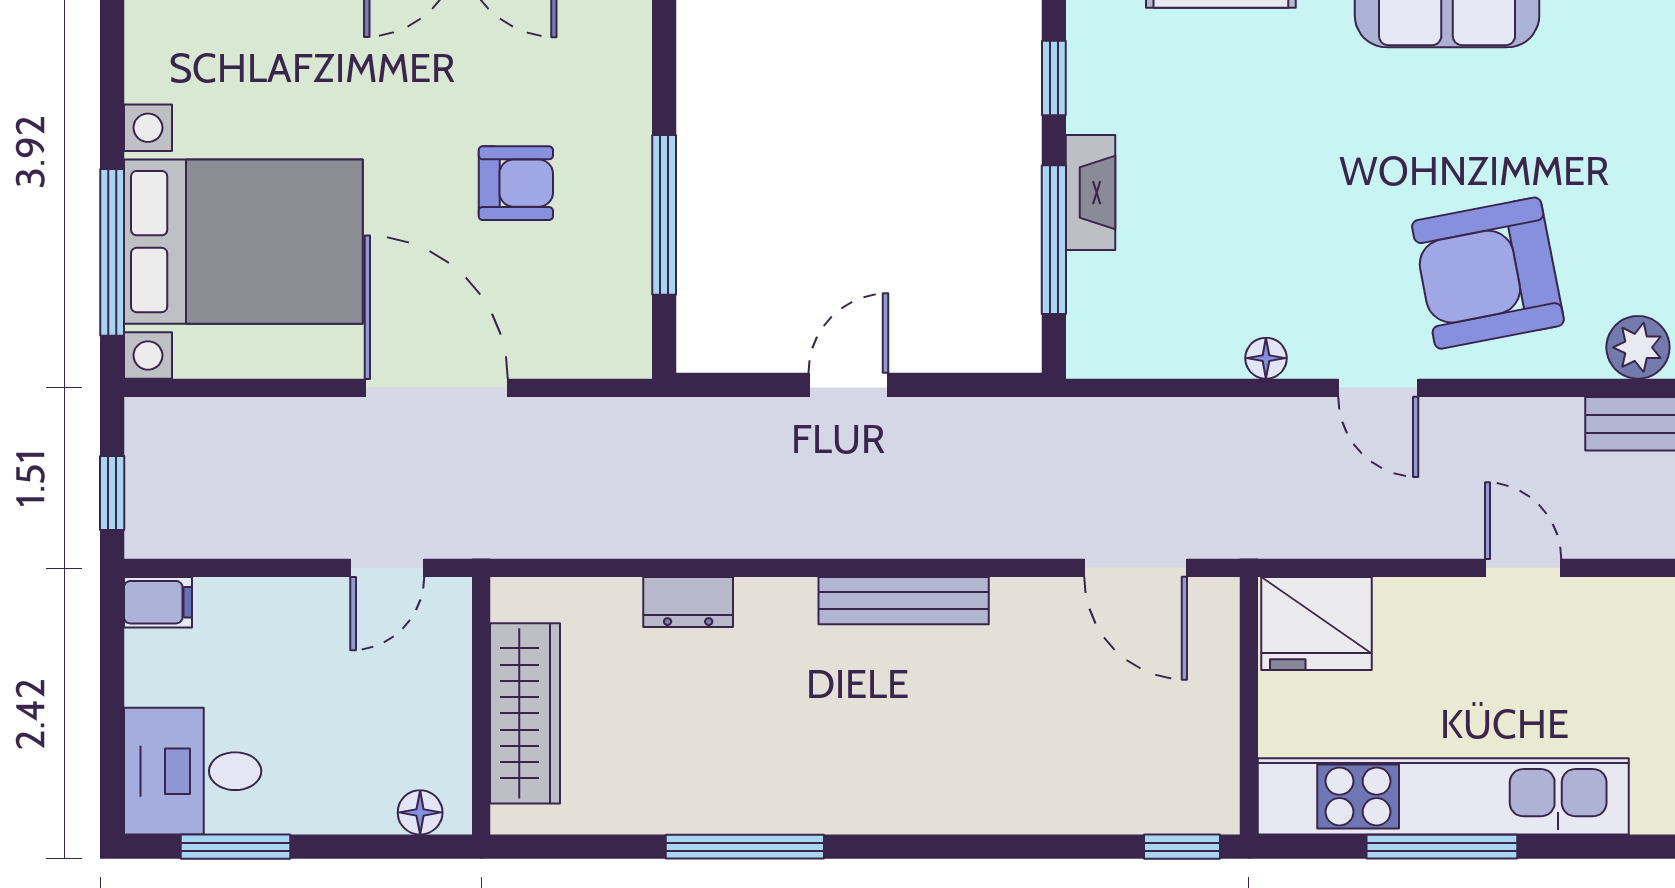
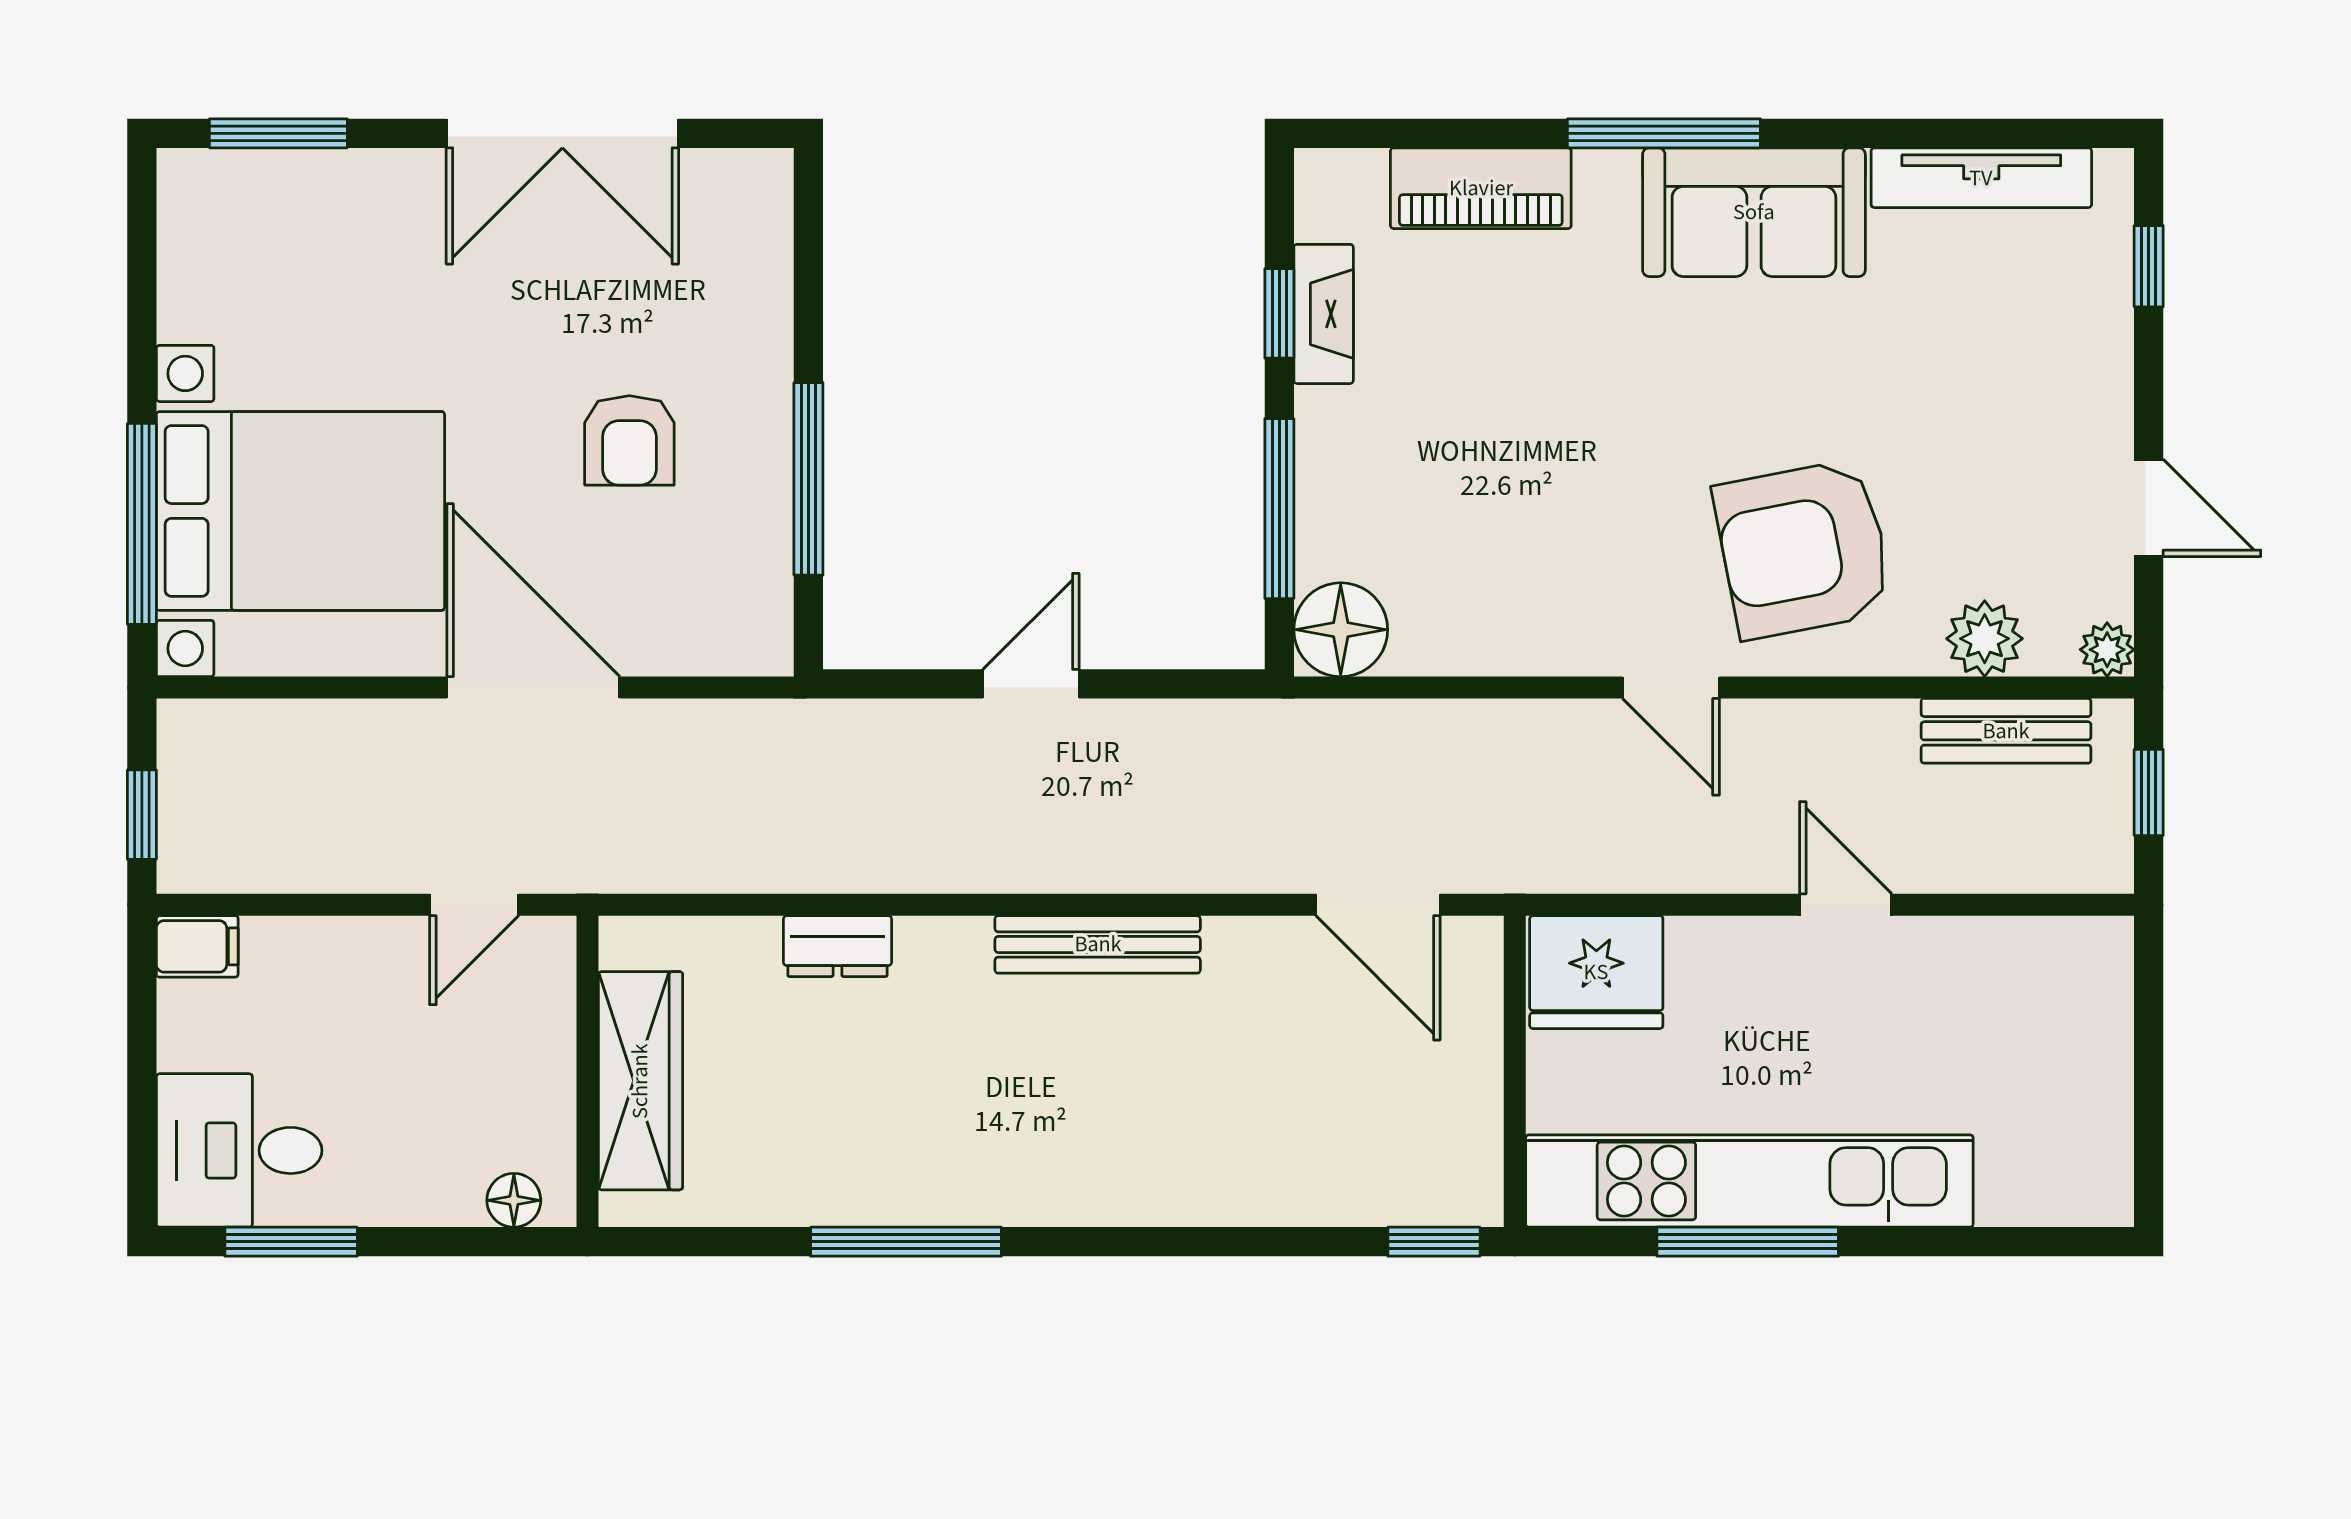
armchair: (516, 183) -> (629, 440), turned 90
fireplace: (1091, 193) -> (1324, 314), moved
floor lamp: (1266, 358) -> (1341, 630), moved, width x1.89, depth x1.89

